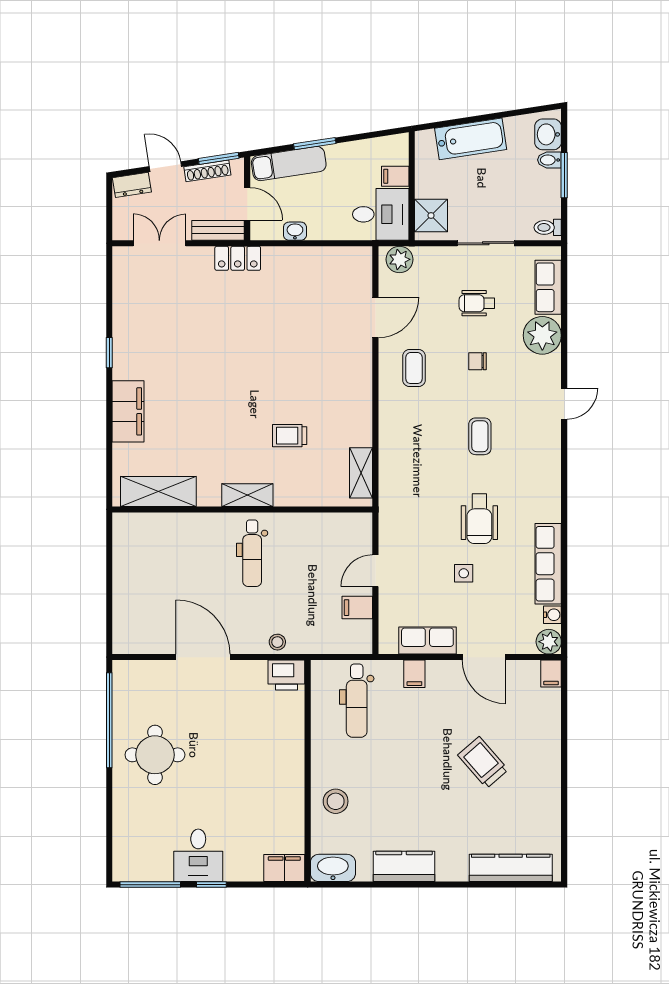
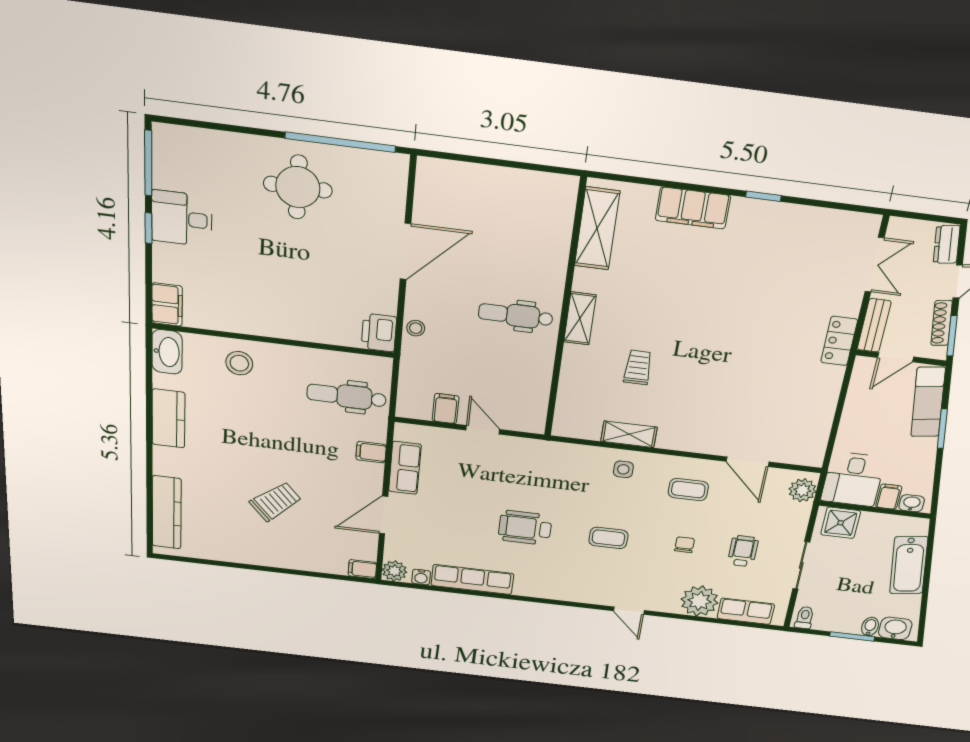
washbasin: (295, 231) -> (912, 503), moved, turned -90
shelving: (361, 473) -> (629, 434), moved
side table: (464, 573) -> (623, 469), moved

